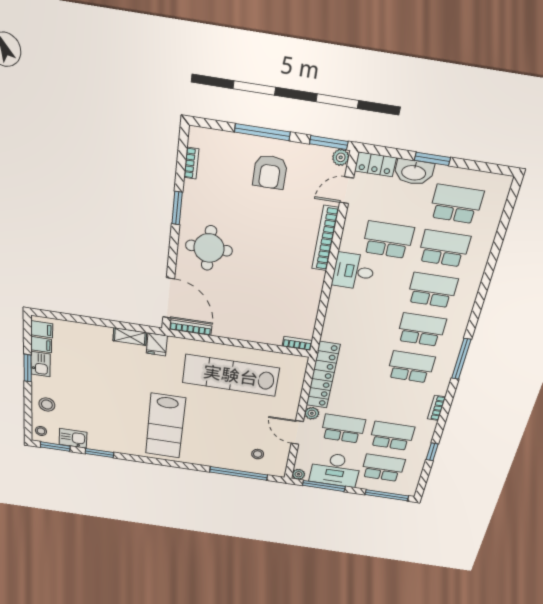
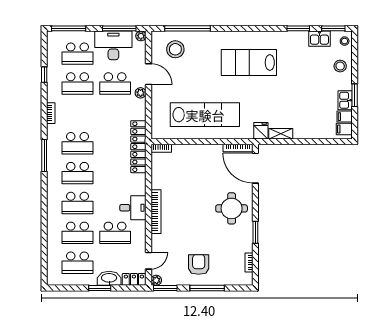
bookcase: (325, 238) -> (156, 212), moved
locker: (323, 375) -> (138, 147), moved
lab bench: (165, 426) -> (249, 62), turned -90
stool: (258, 454) -> (175, 49), width x1.89, depth x1.89

